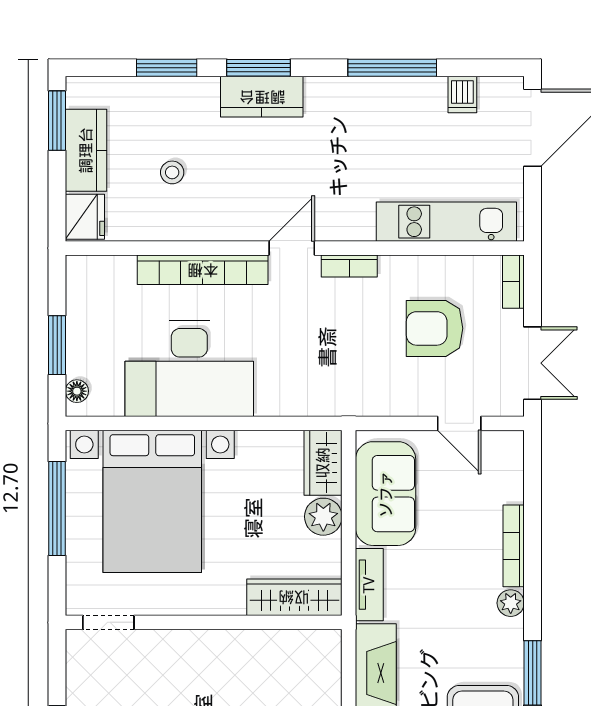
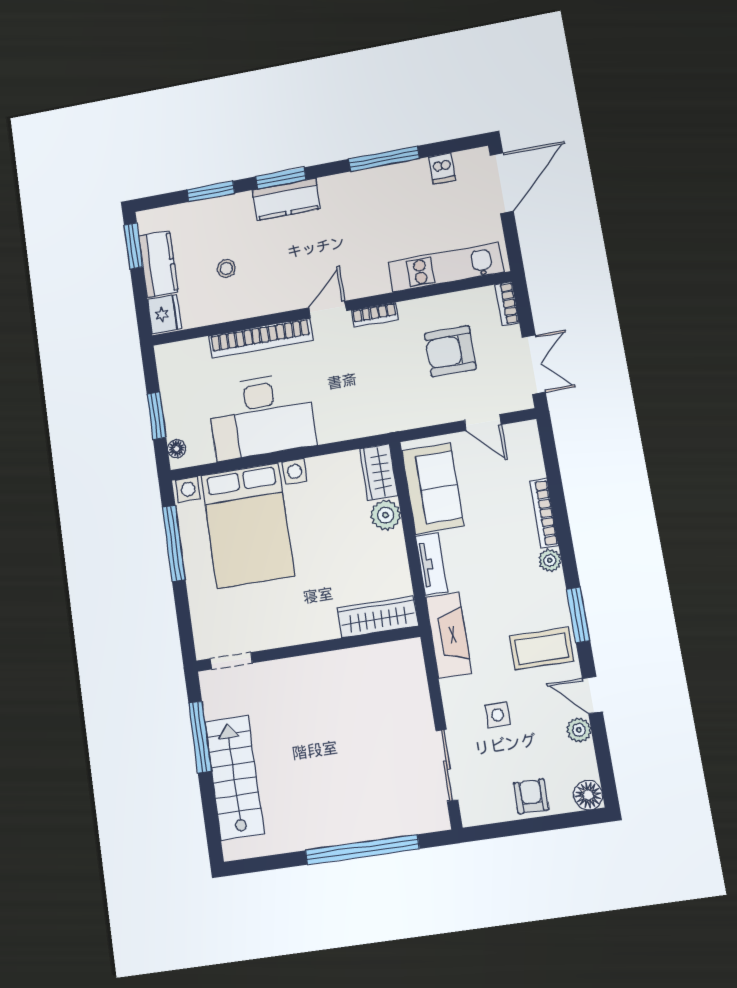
wardrobe: (294, 597) -> (378, 617), moved
doorway: (108, 622) -> (231, 661), moved
wall: (204, 622) -> (308, 649), moved

